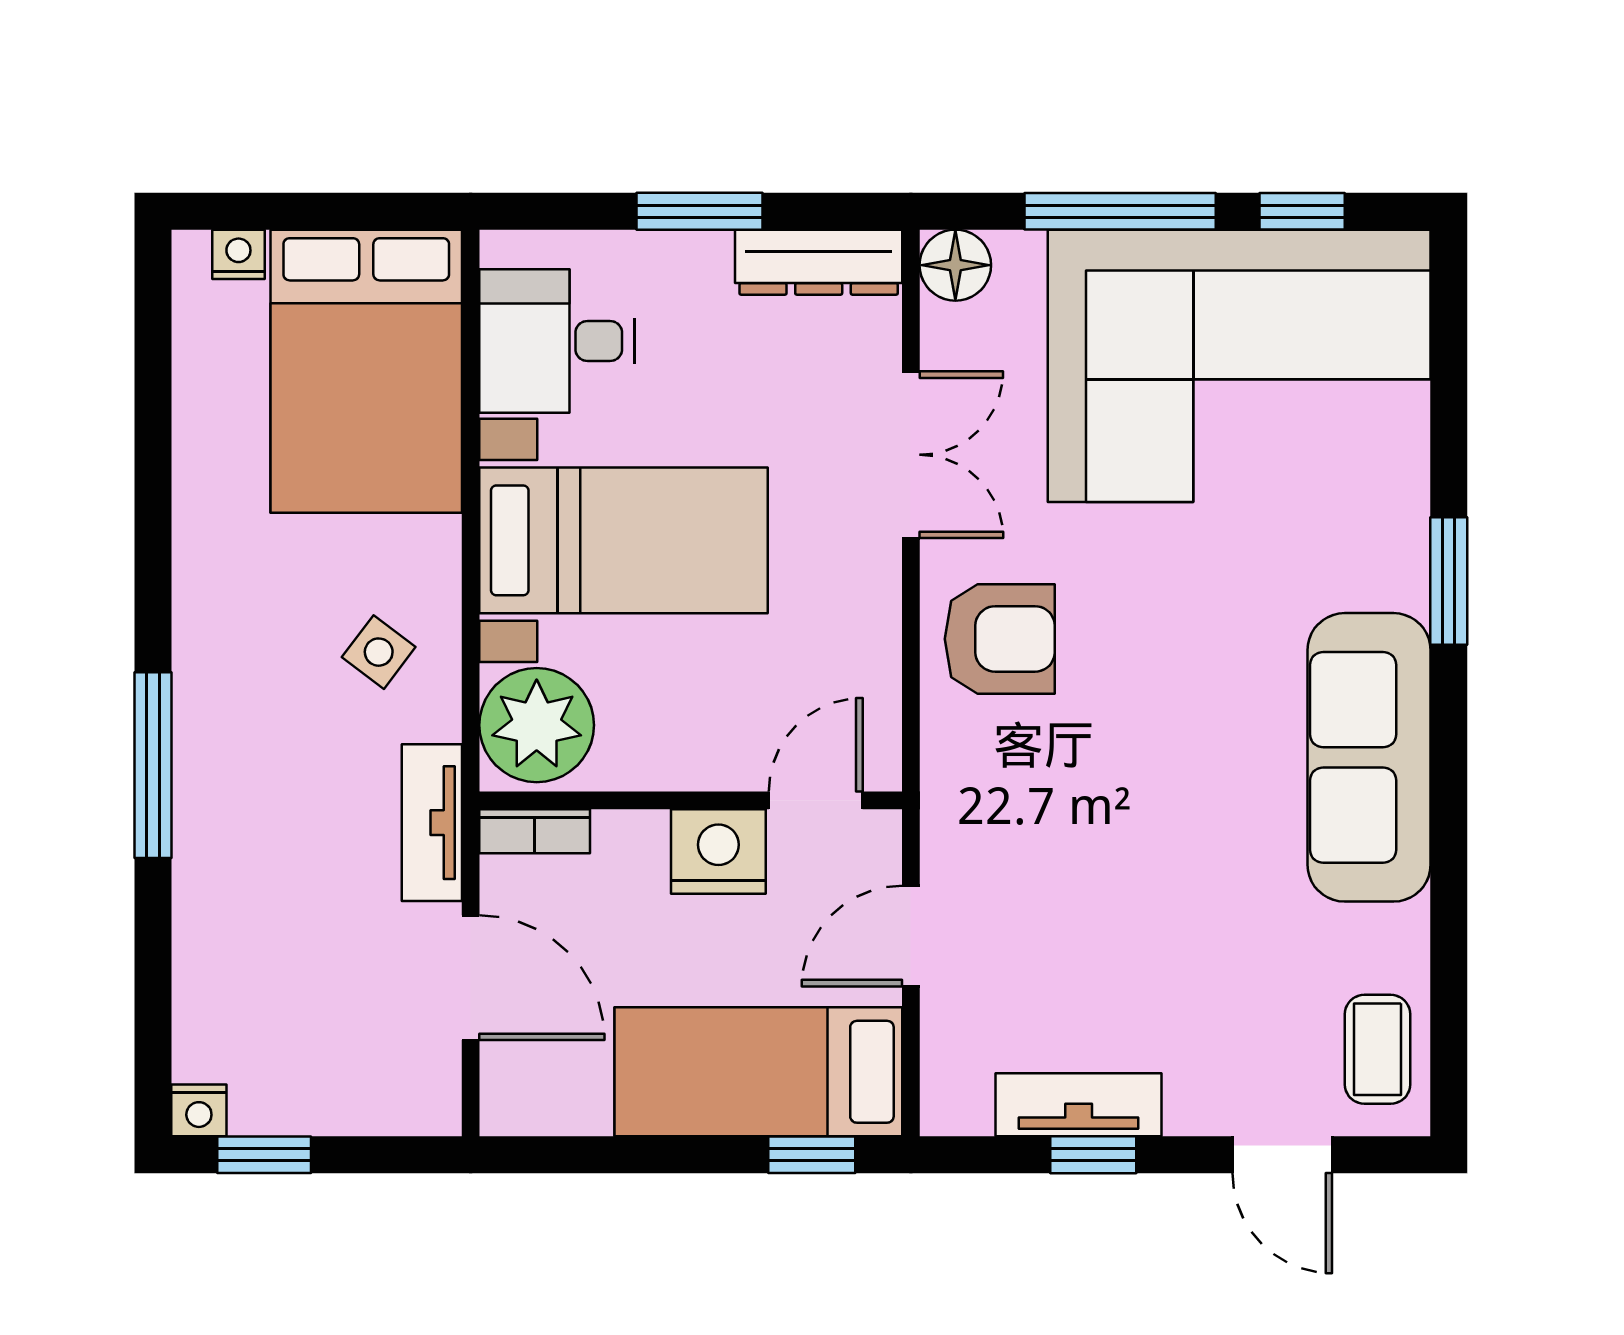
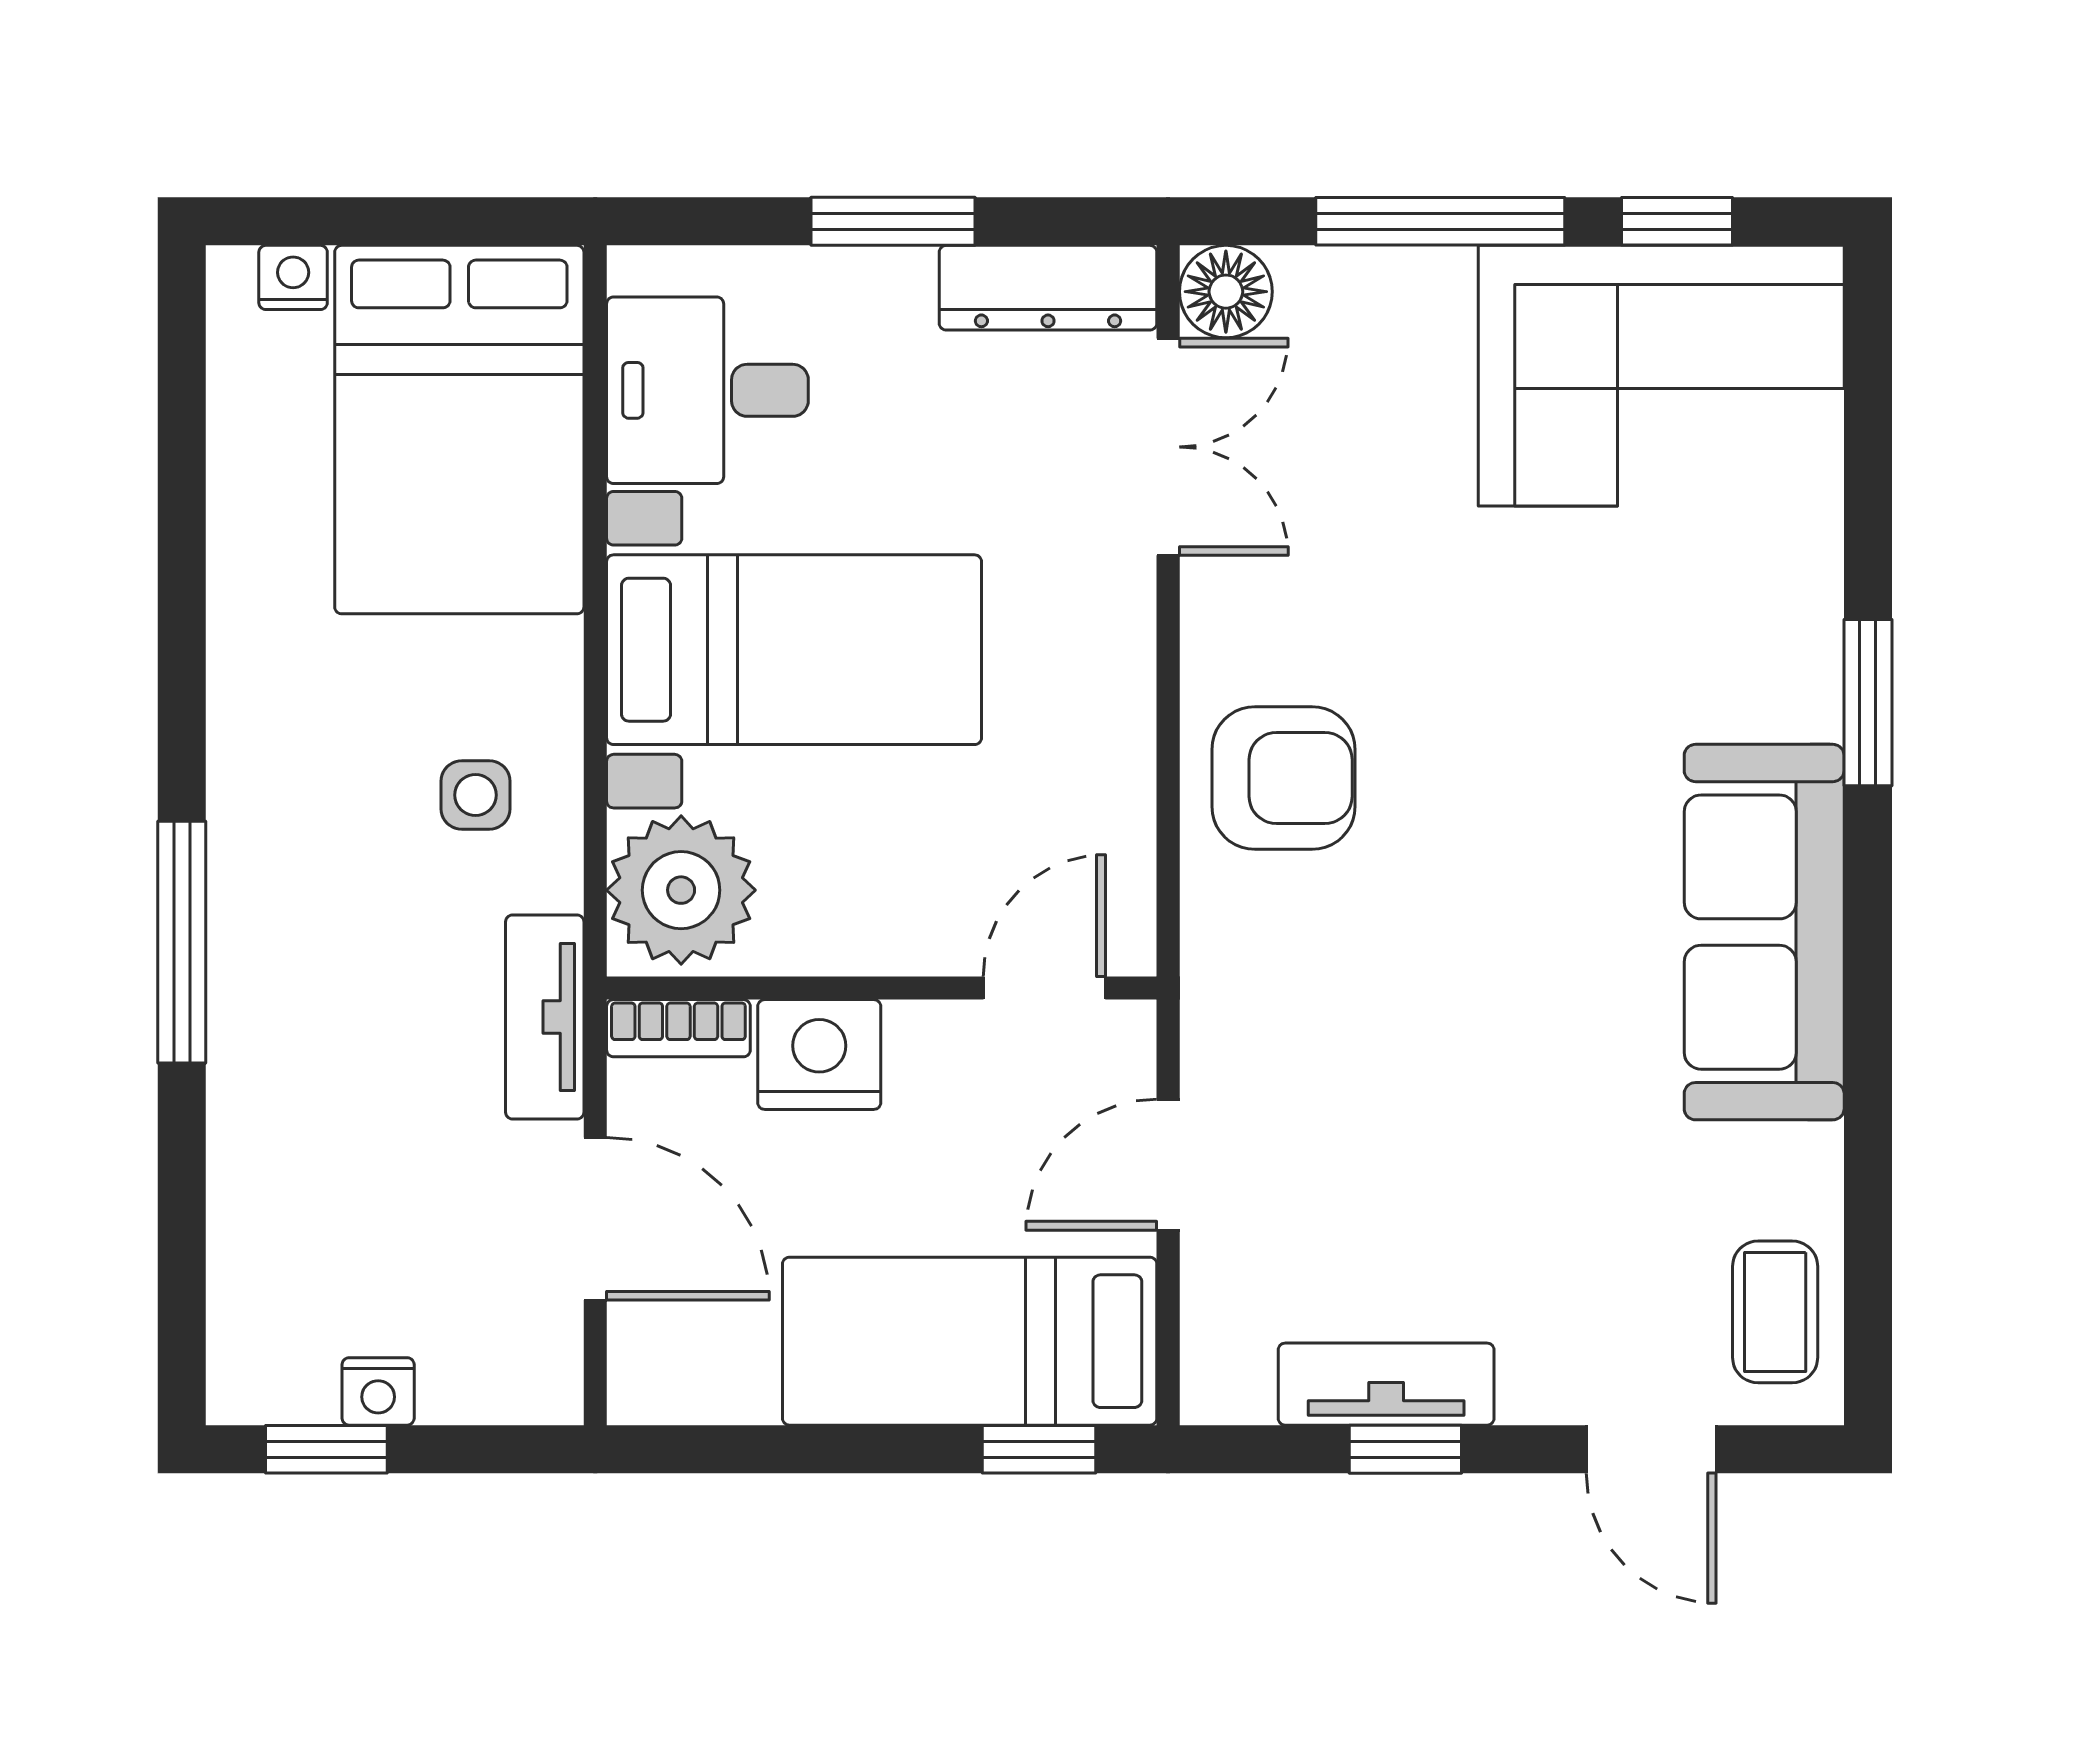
corner sofa: (1239, 366) -> (1661, 376), width x0.73, depth x0.74
double door: (911, 455) -> (1168, 447), moved
side table: (379, 652) -> (476, 795), turned -37
nightstand: (718, 851) -> (819, 1055), moved
nightstand: (199, 1110) -> (378, 1391), moved

